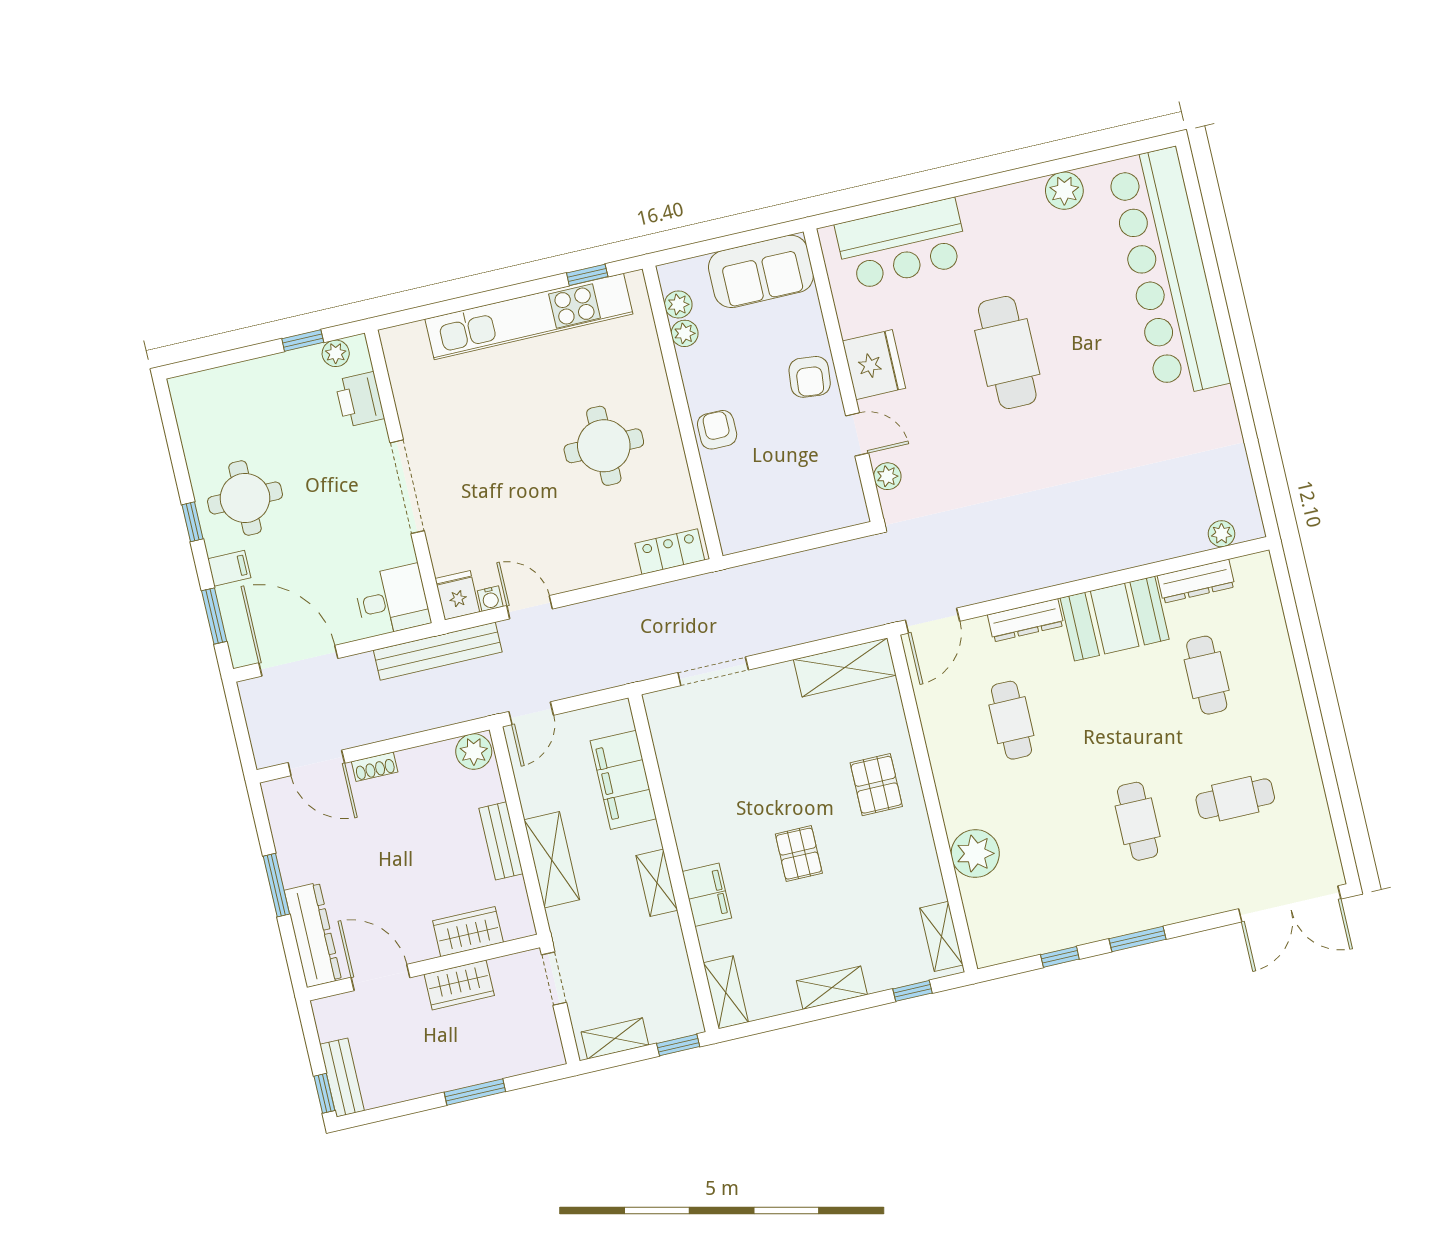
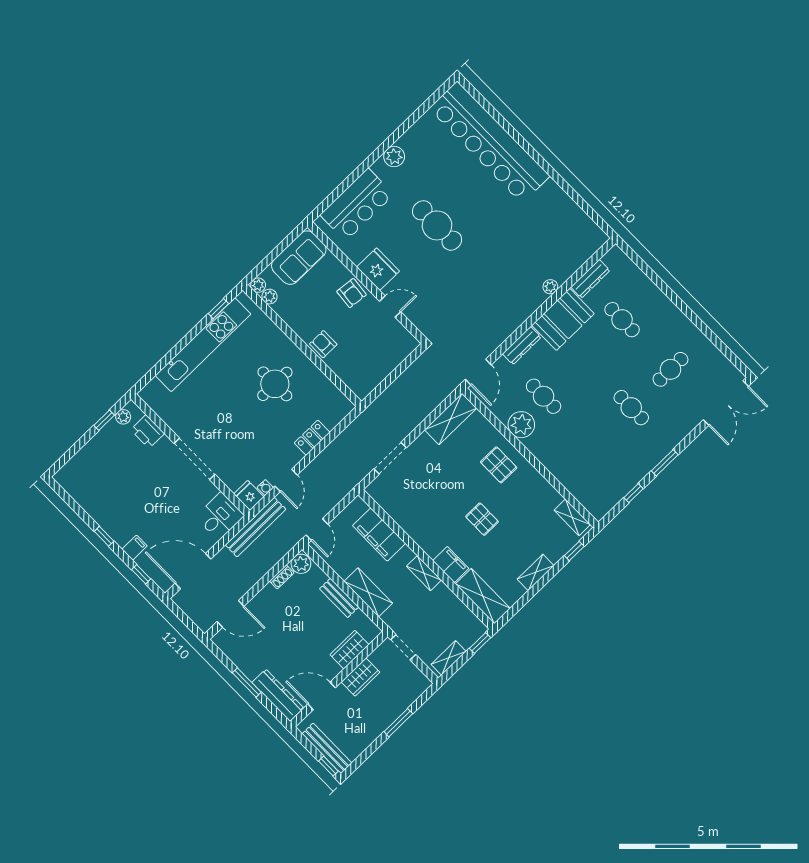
plant: (1064, 191) -> (394, 157), moved
plant: (685, 333) -> (258, 285), moved
plant: (887, 476) -> (416, 317), removed
round table: (245, 498) -> (122, 510), removed
plant: (1222, 534) -> (550, 287), moved
locker: (670, 552) -> (312, 438), moved
door: (530, 607) -> (286, 480), swing flipped
window: (214, 616) -> (141, 574), width x0.67
shoe rack: (375, 767) -> (282, 577), moved
plant: (975, 854) -> (521, 425), moved
shelving: (726, 992) -> (483, 596), width x1.50, depth x1.33
bench: (342, 1078) -> (327, 748), width x1.36

